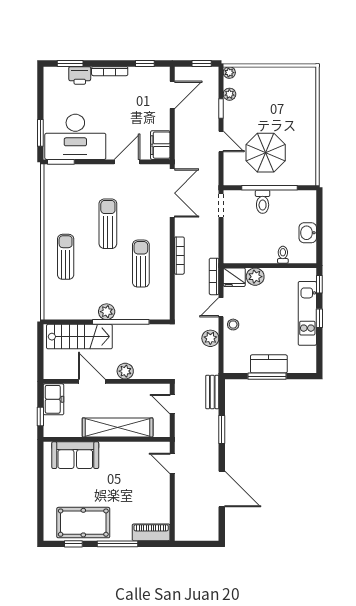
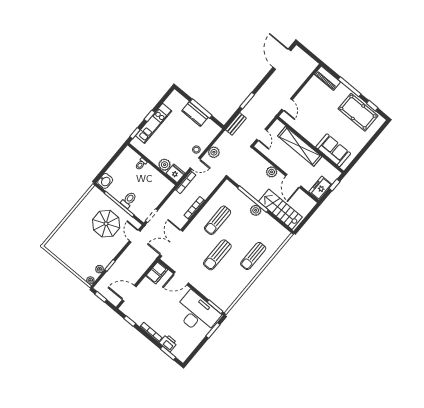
door: (221, 141) -> (135, 236), moved
washbasin: (308, 233) -> (105, 181), moved
door: (222, 489) -> (282, 59), moved

